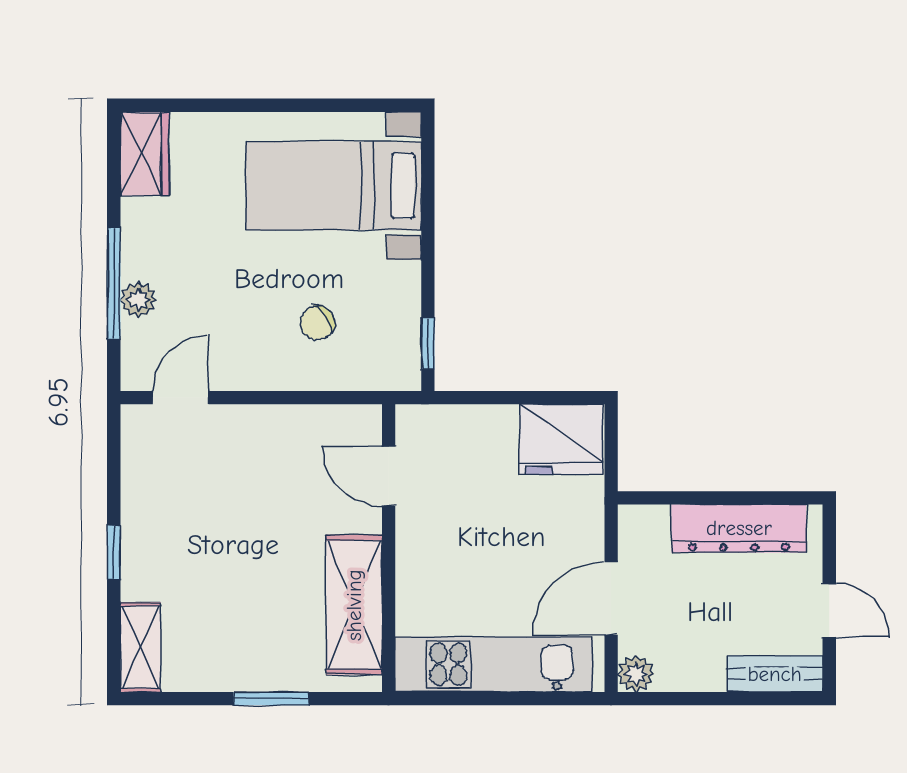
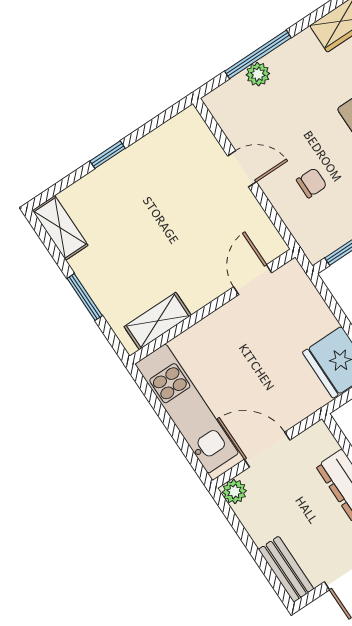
chair: (317, 323) -> (312, 183), turned 125
door: (181, 398) -> (242, 169), moved
shelving: (354, 605) -> (158, 321), width x0.67, depth x0.75
shelving: (141, 647) -> (60, 228), moved, turned 90

